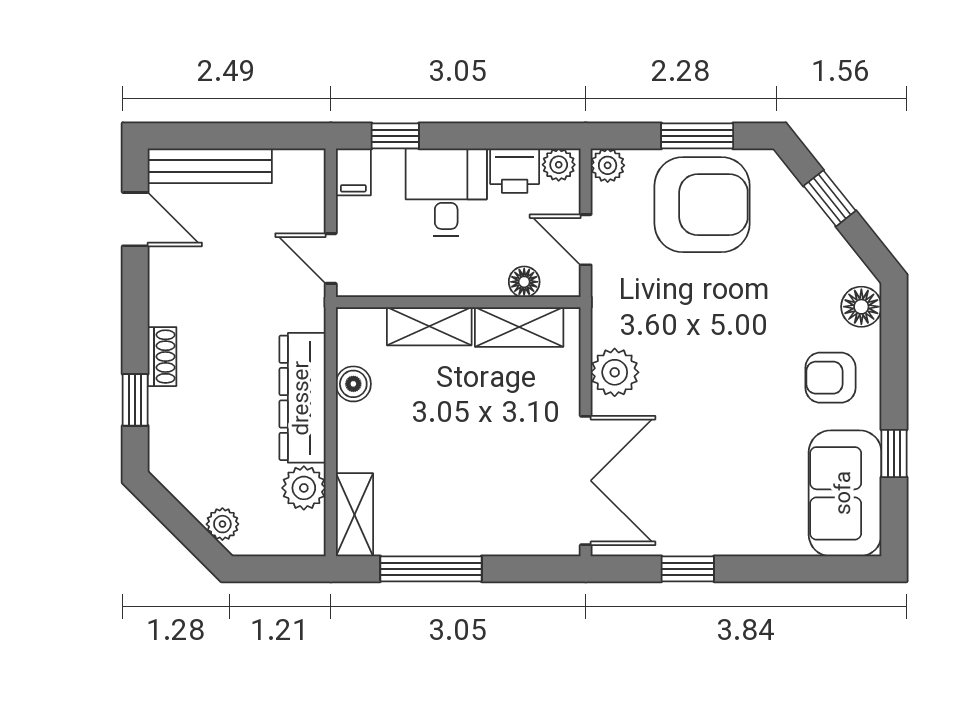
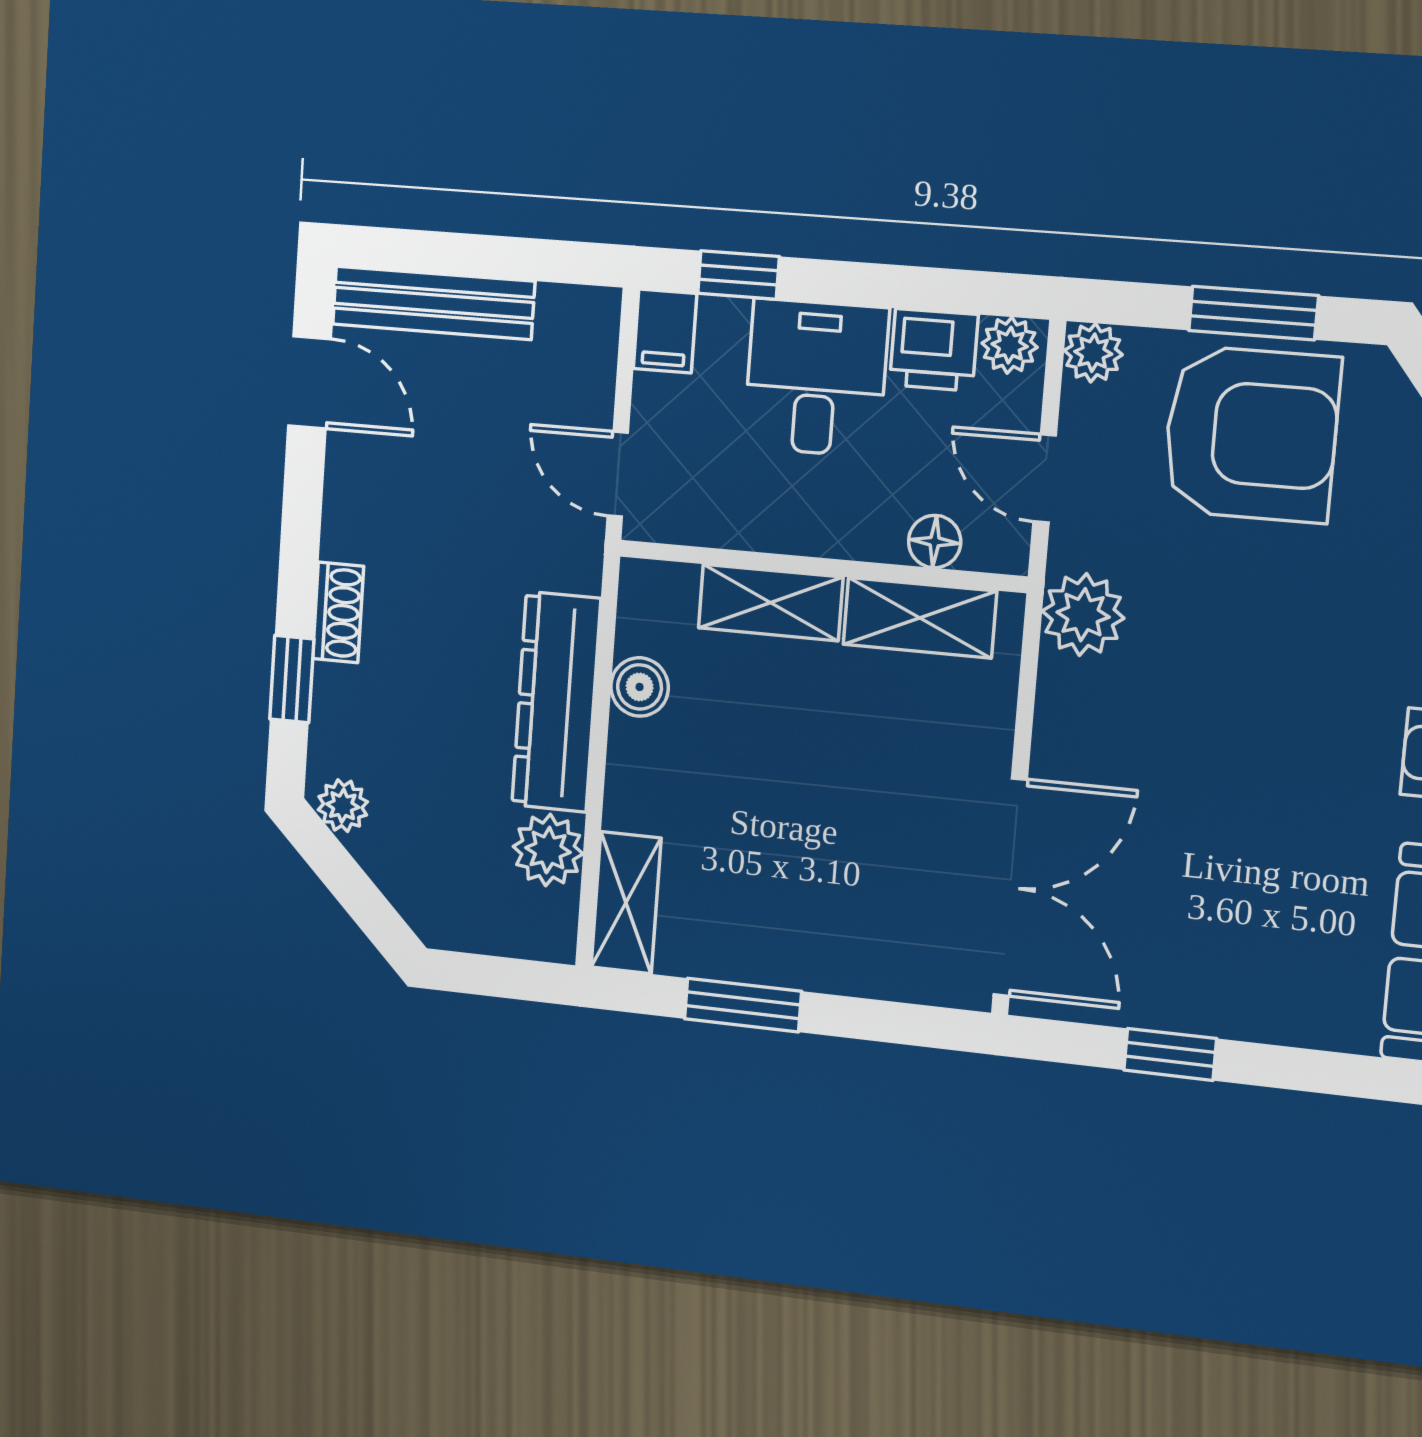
plant: (615, 372) -> (1083, 615), moved
plant: (222, 524) -> (343, 806), moved
window: (431, 569) -> (743, 1005), width x0.69

